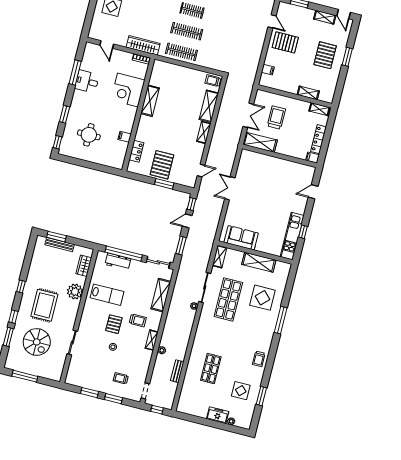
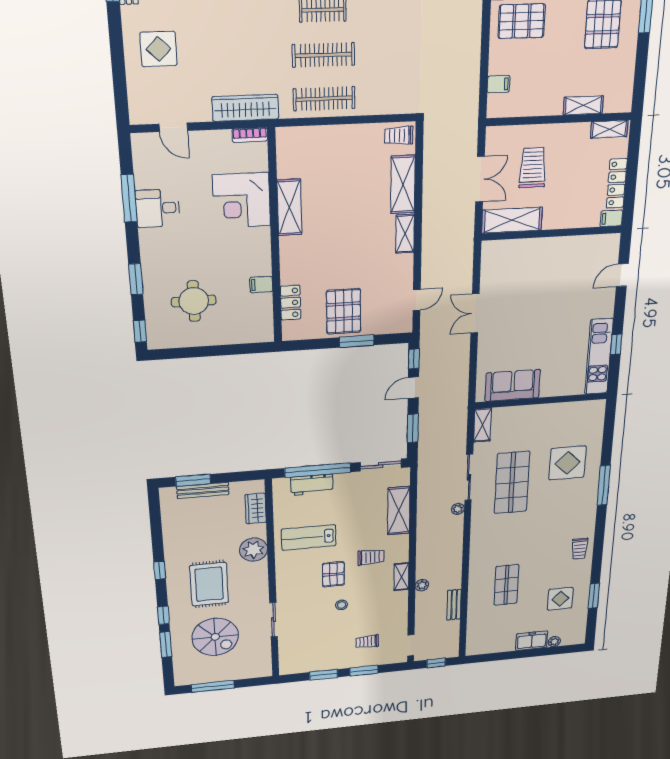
shelving: (259, 262) -> (551, 413), removed
lab bench: (107, 295) -> (309, 537), turned 180

